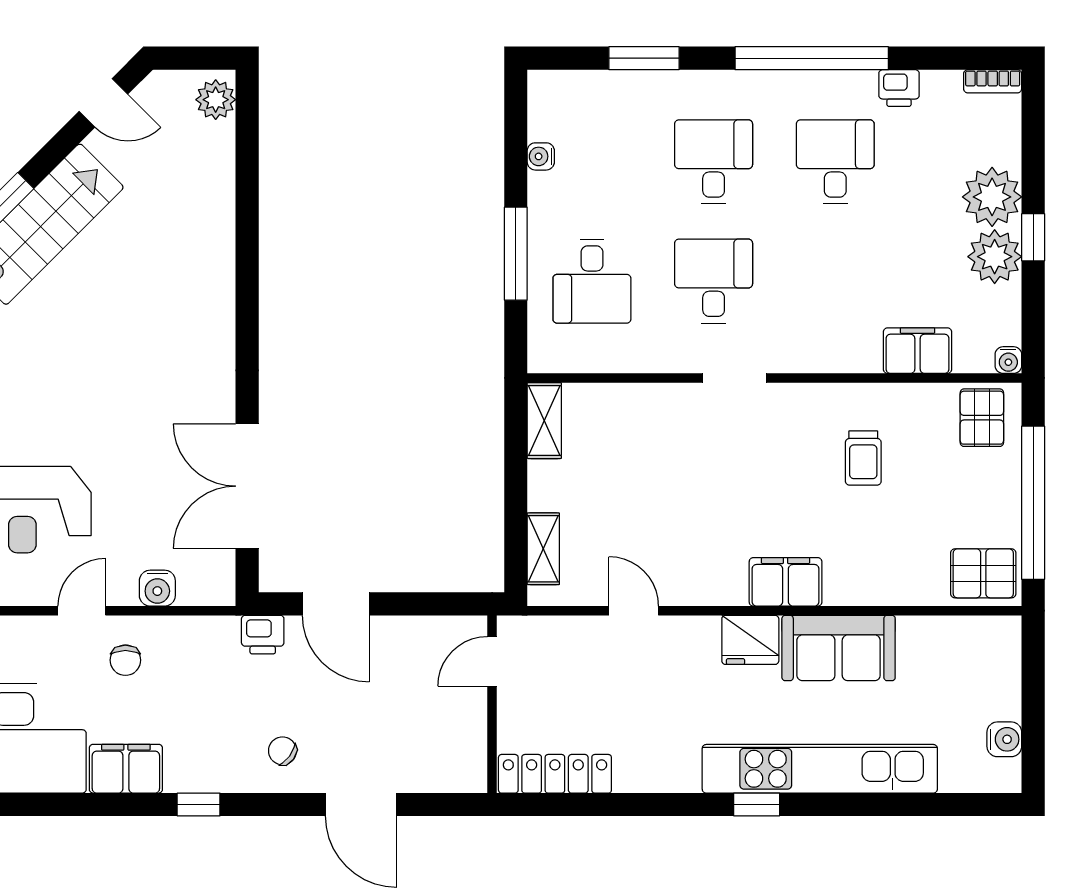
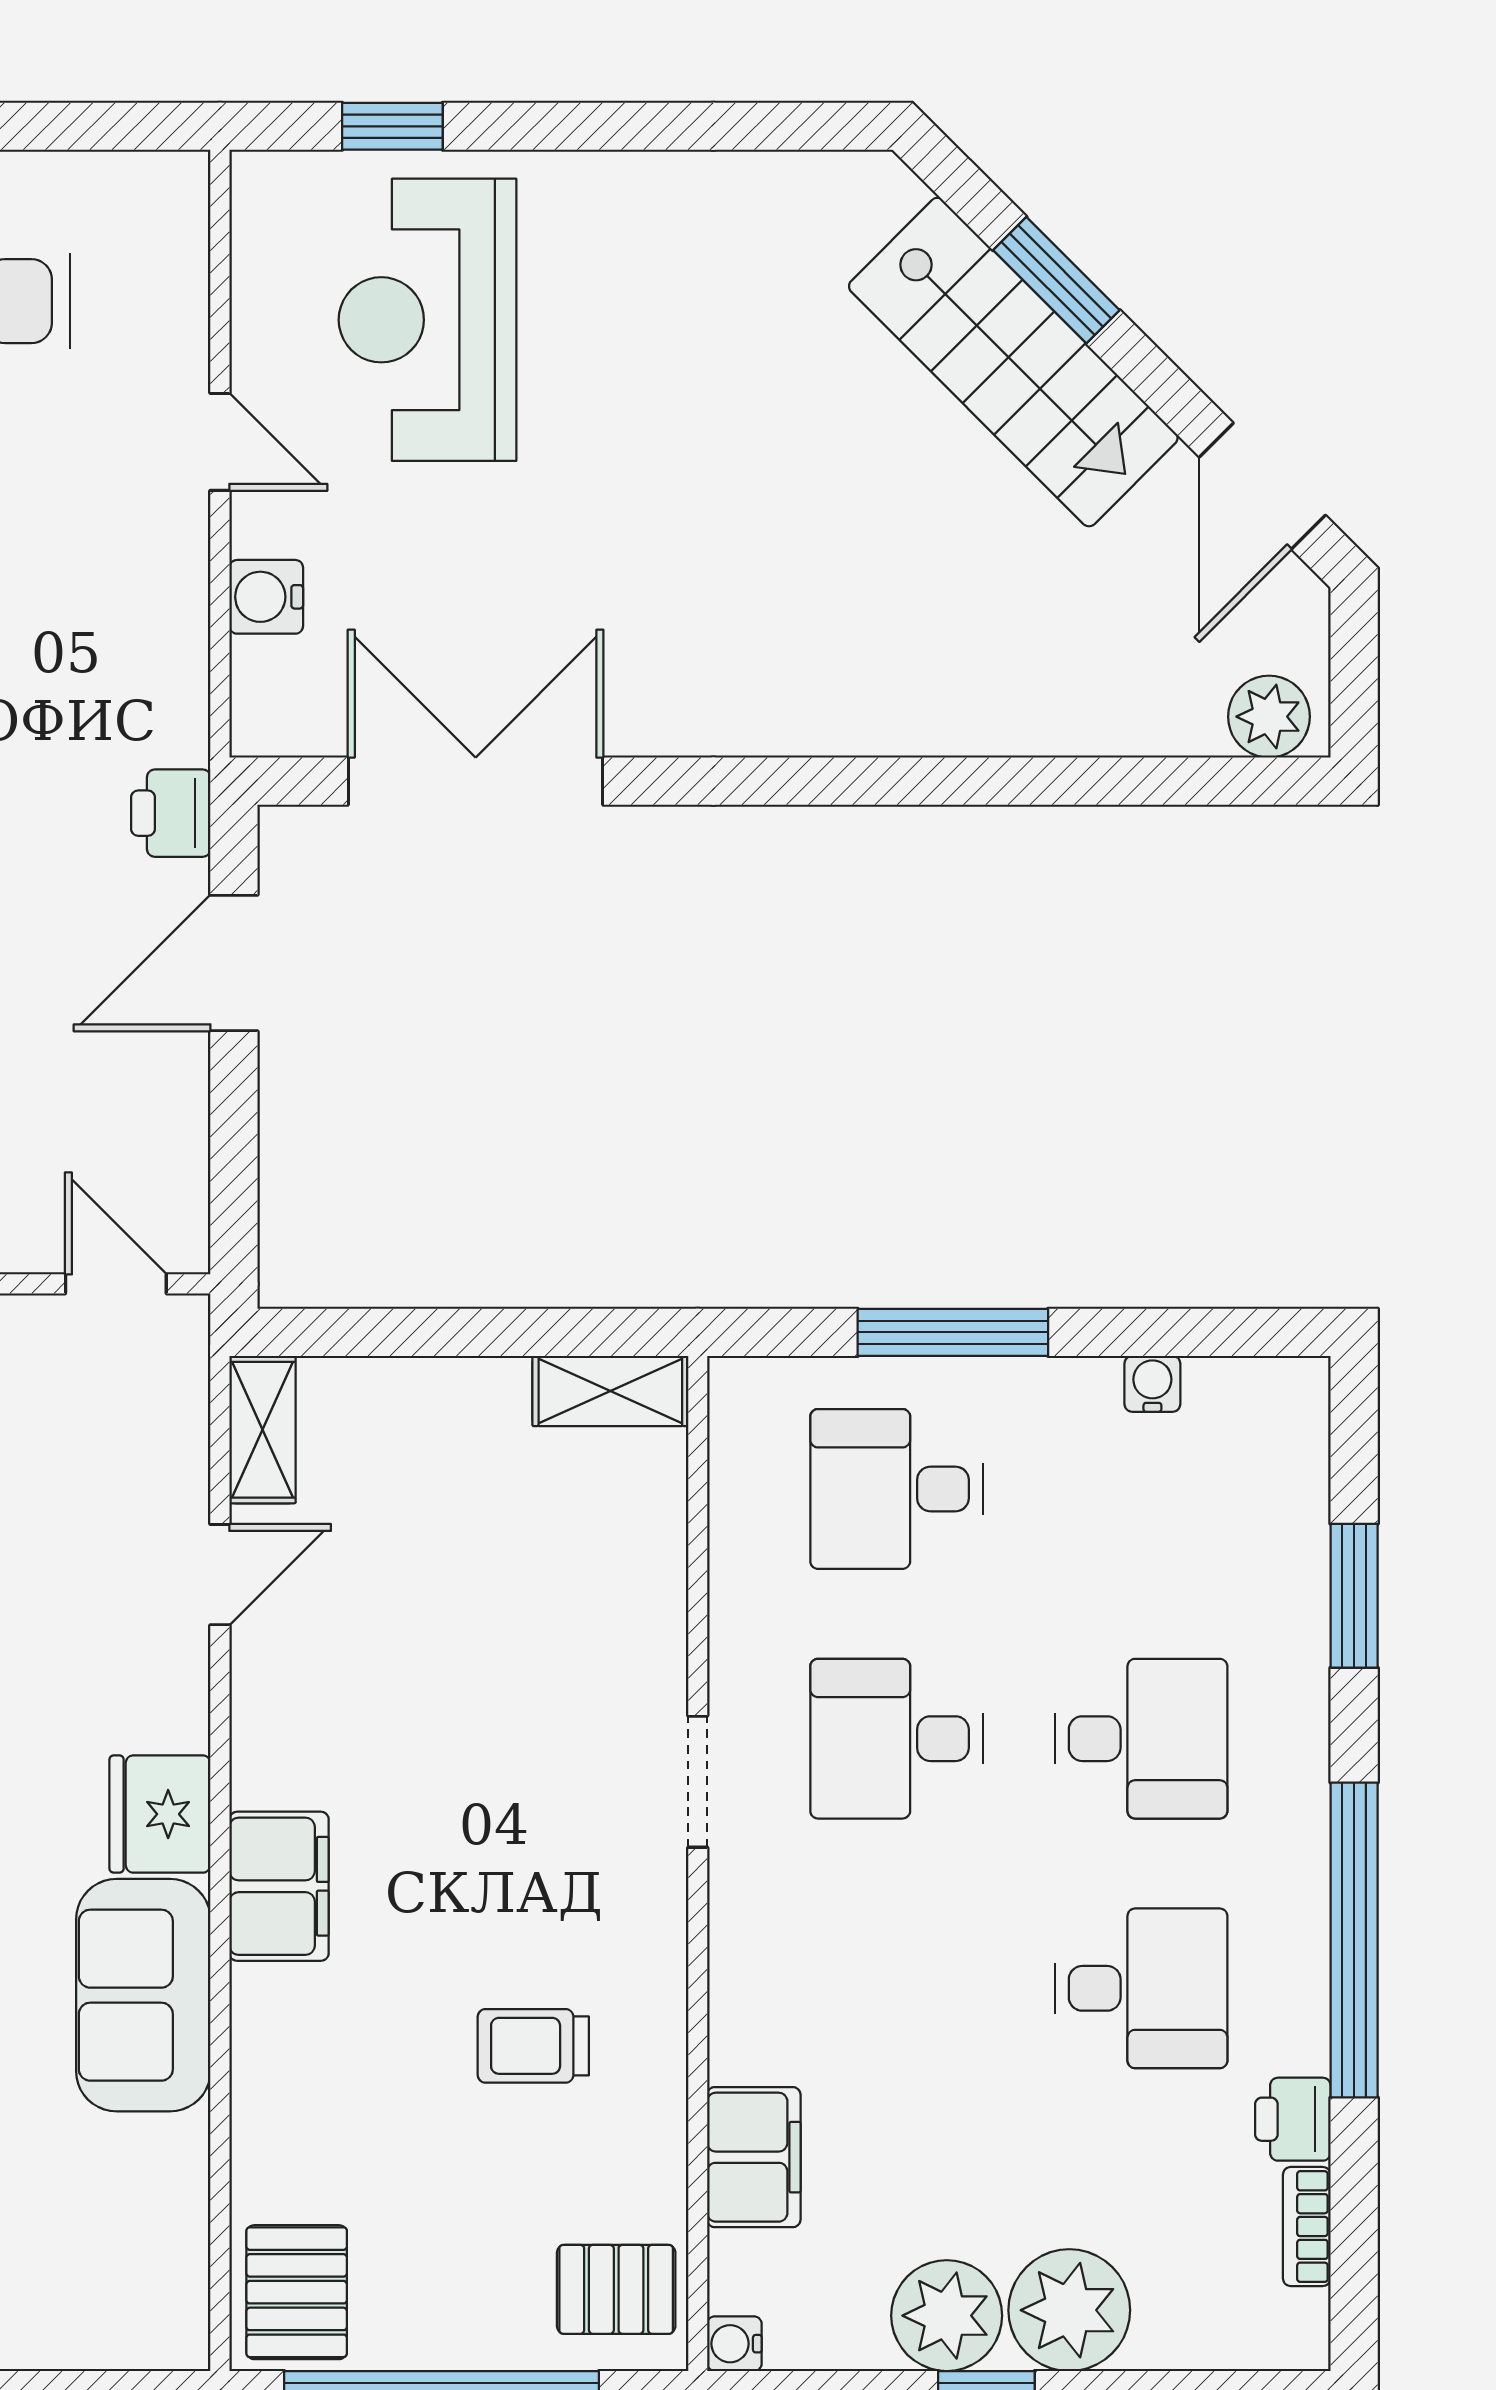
bookcase: (993, 81) -> (1307, 2227), moved
door: (103, 103) -> (1262, 486), width x1.38
desk: (714, 281) -> (896, 1739), turned 180
shelving: (543, 549) -> (262, 1430), moved, turned 90
chair: (125, 660) -> (118, 531), removed

